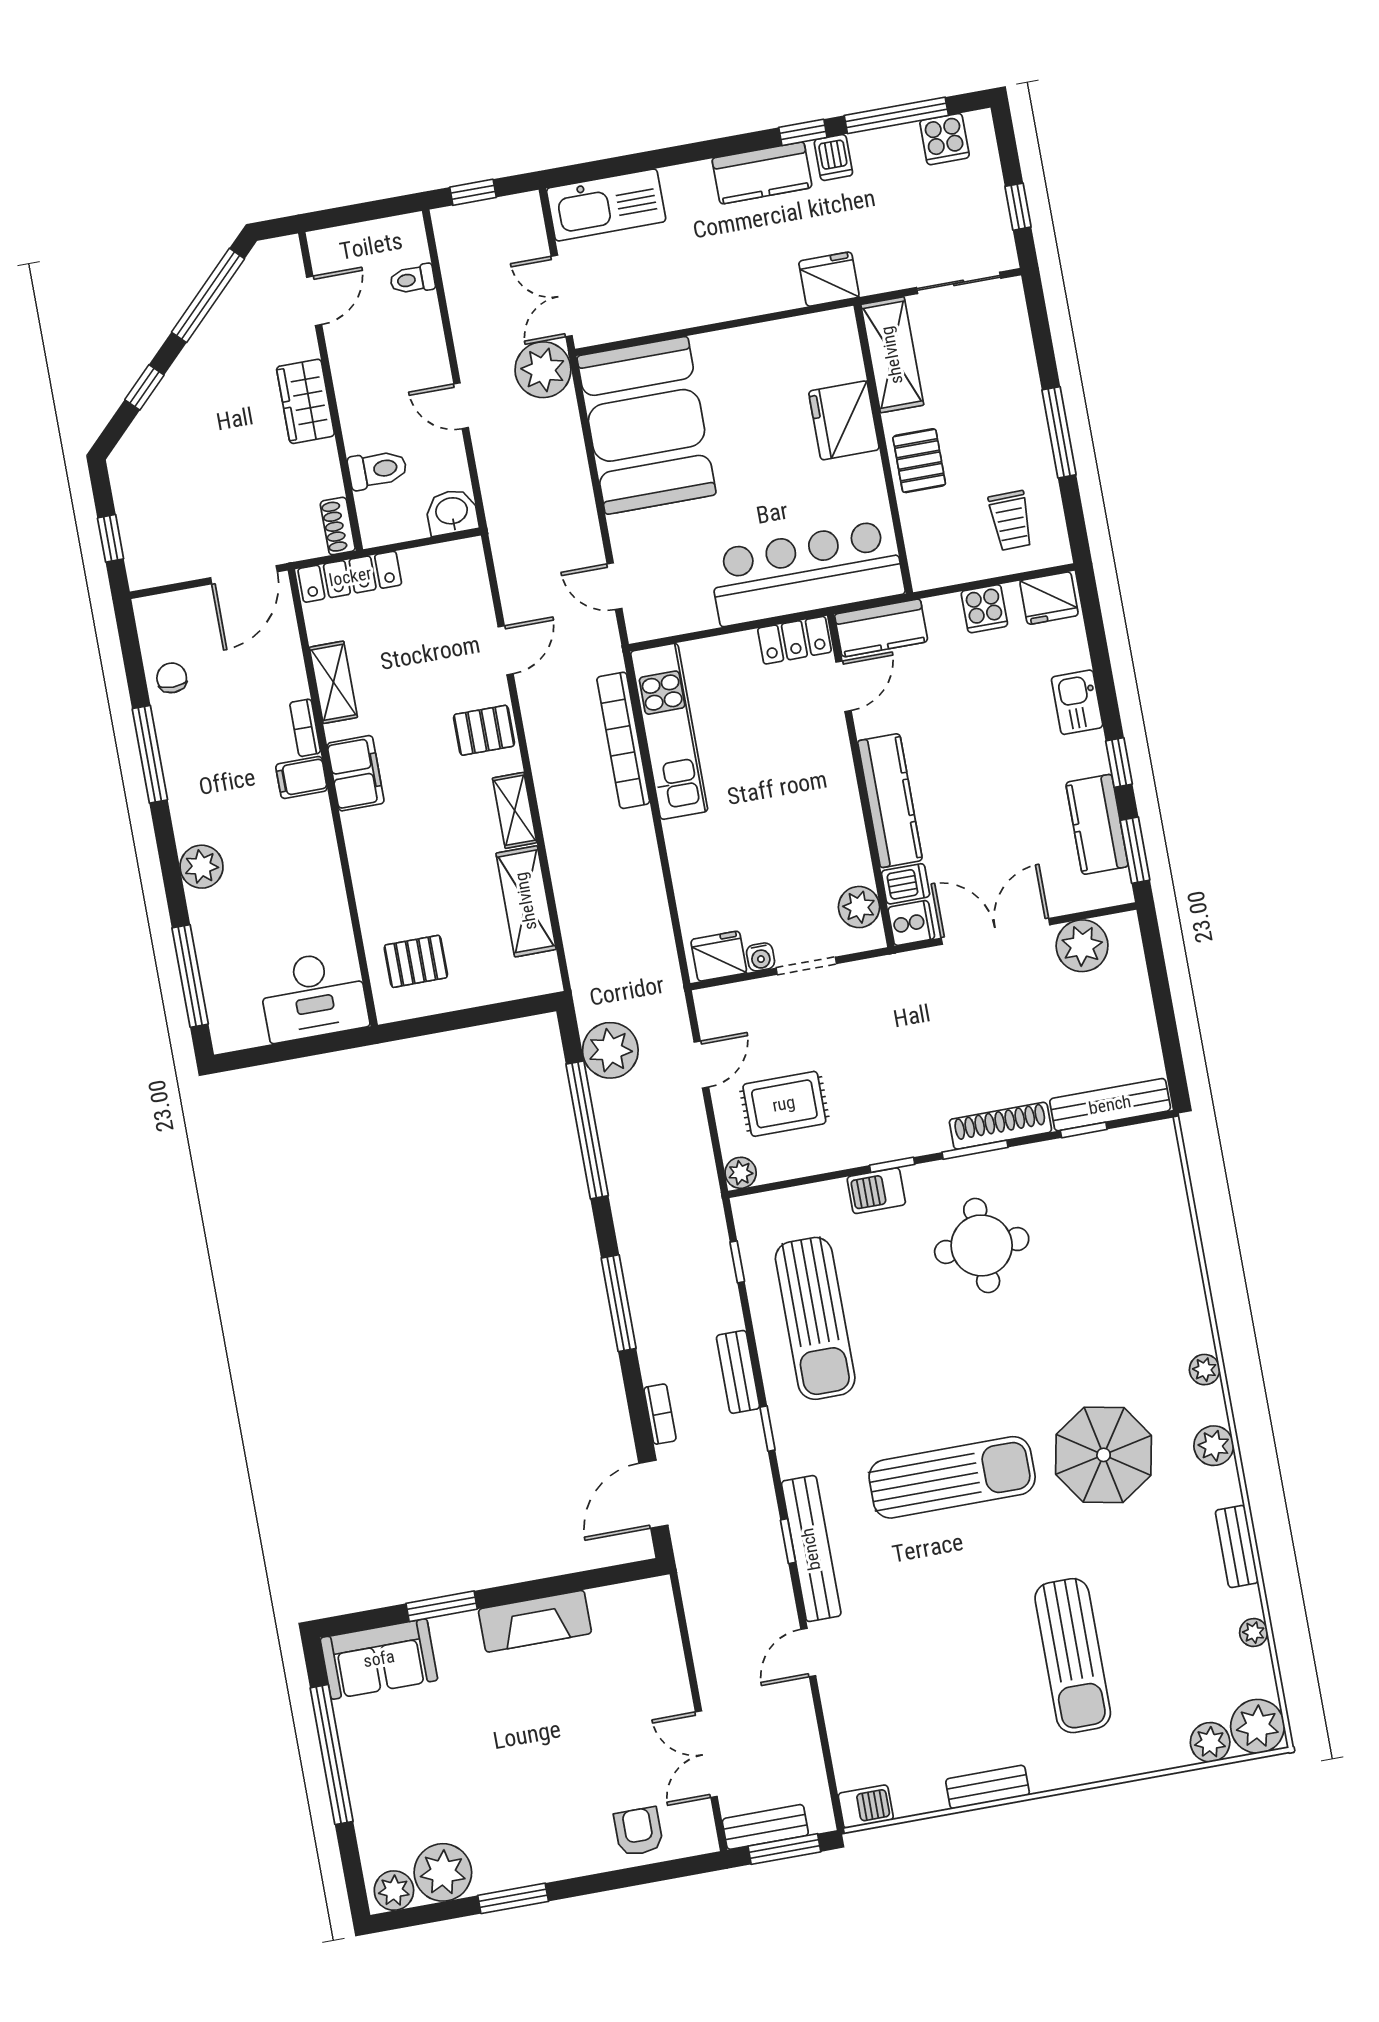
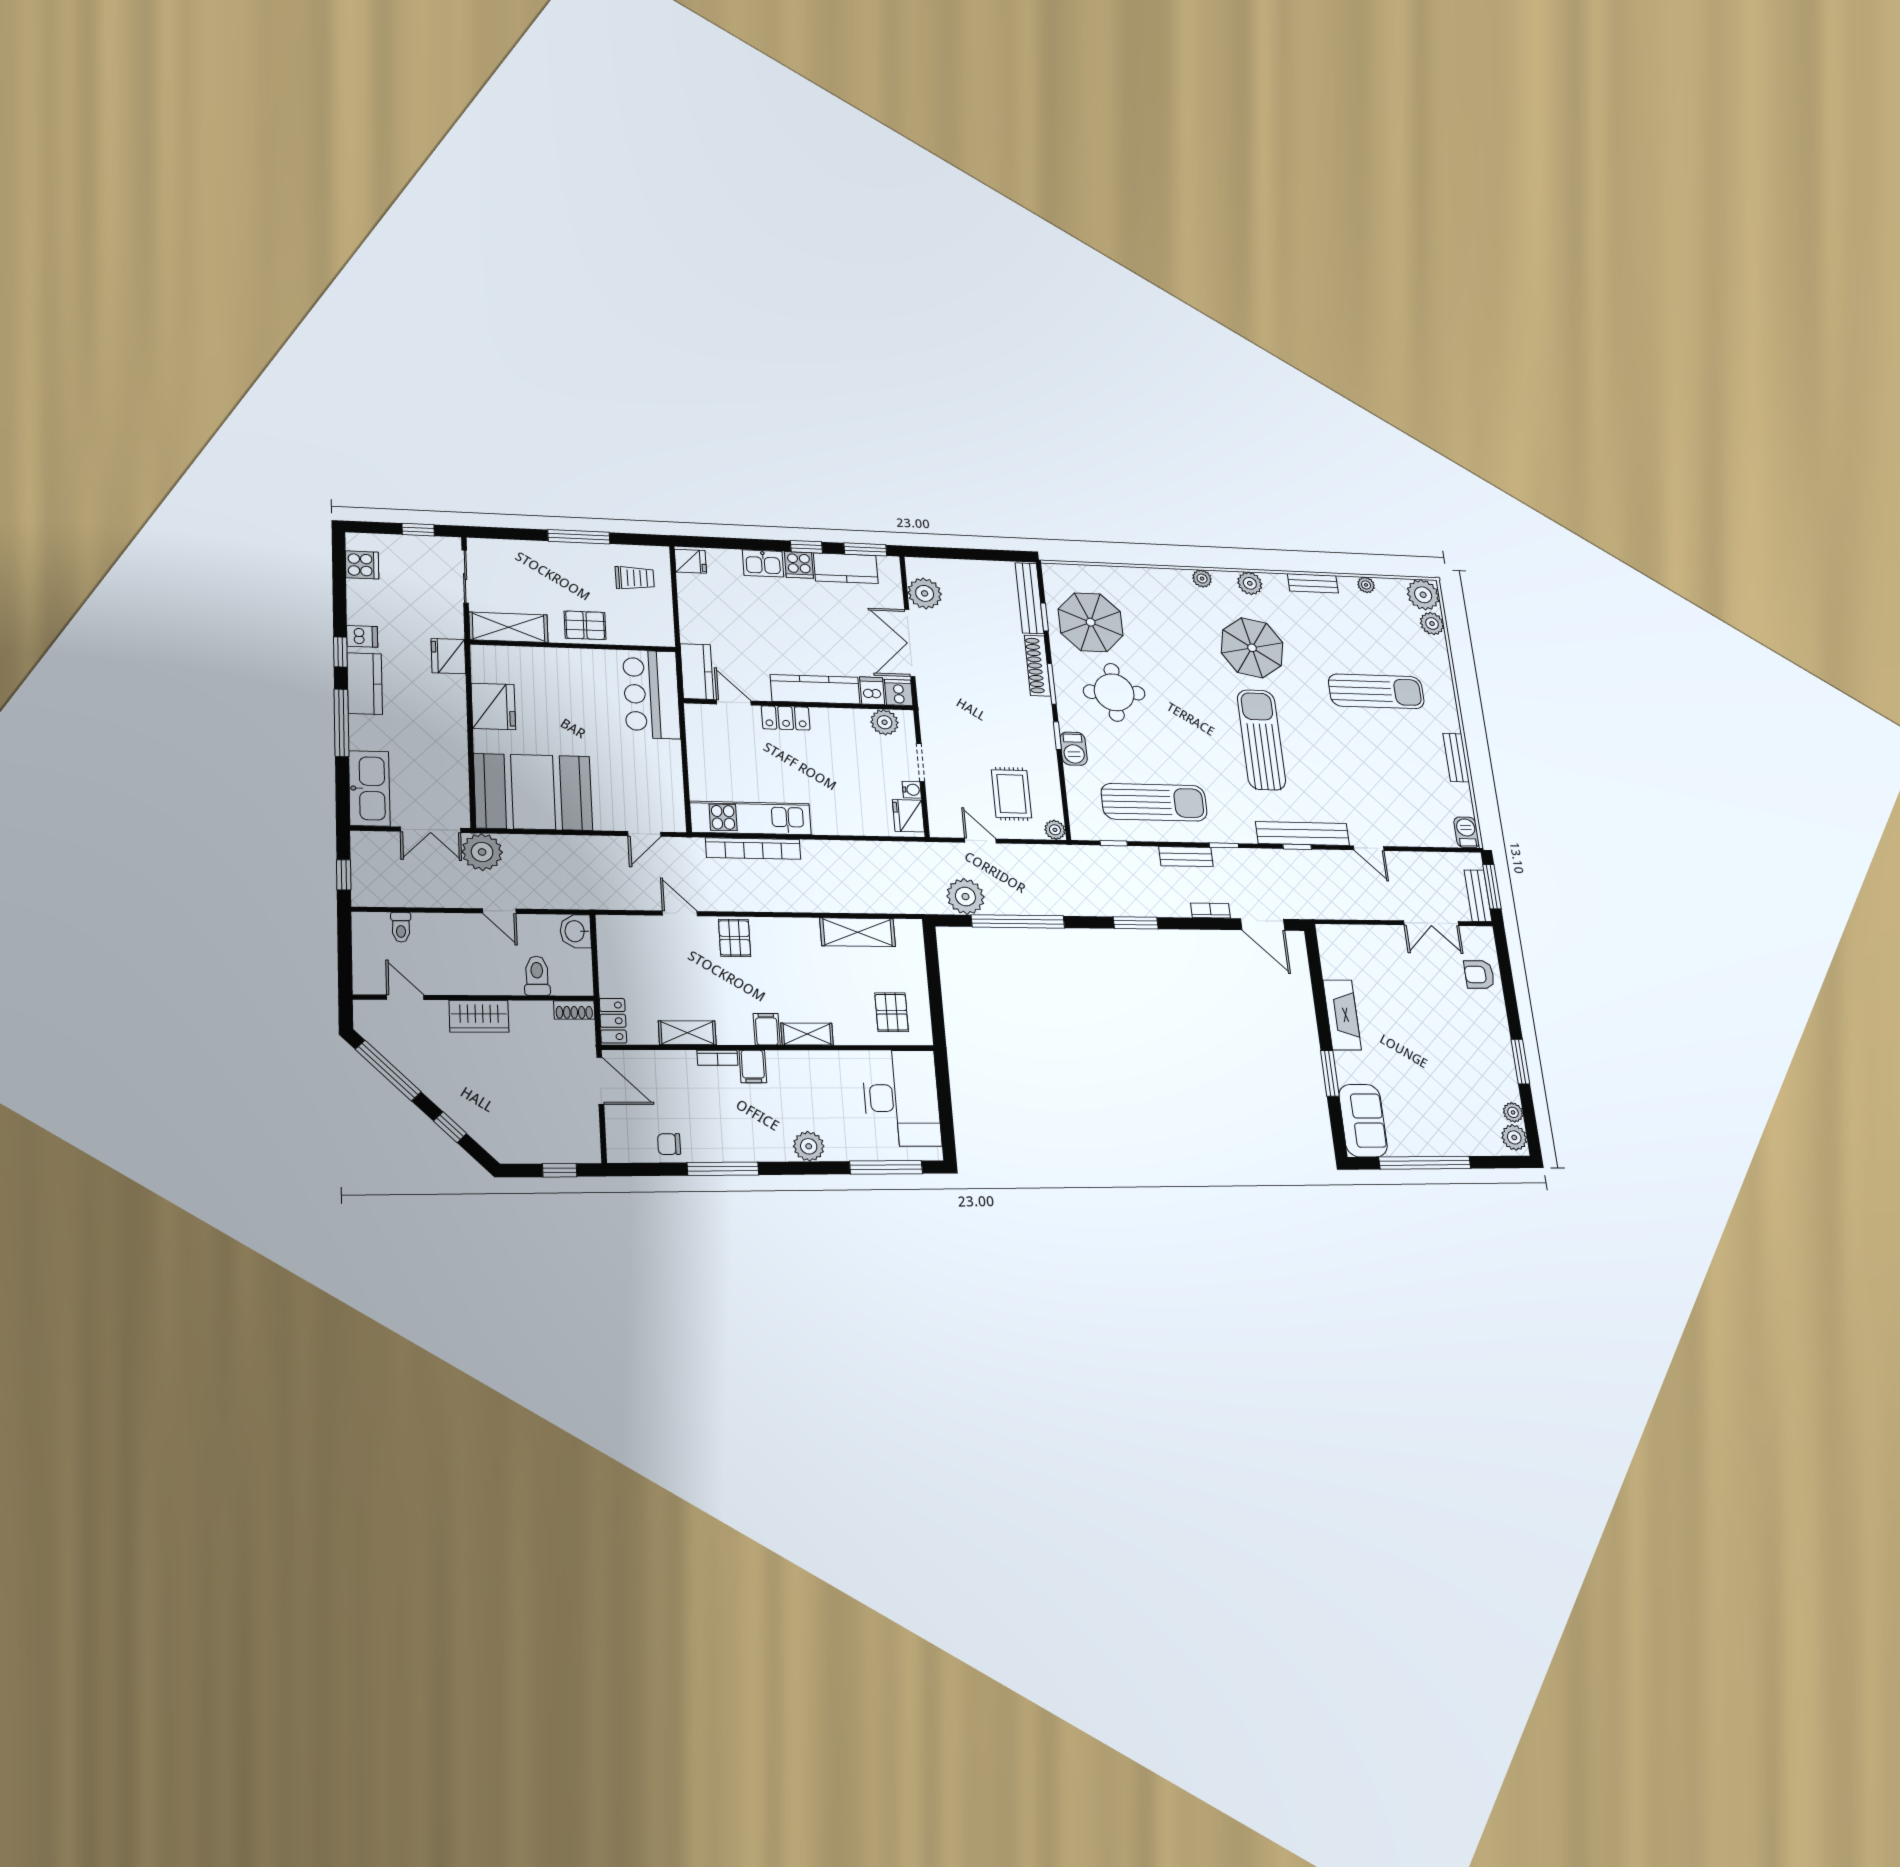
window: (896, 115) -> (341, 723), moved
door: (461, 406) -> (499, 911), hinge flipped
fridge: (844, 420) -> (493, 706), moved, turned -90
bar counter: (806, 573) -> (651, 694), width x0.73
locker: (350, 577) -> (613, 1021), width x0.66
fridge: (1049, 598) -> (690, 561), width x0.72
cooker: (984, 609) -> (799, 565), moved, turned 90
locker: (794, 640) -> (786, 718), moved, turned 90
filing cabinet: (356, 773) -> (767, 1029), width x0.50
shelving: (515, 810) -> (807, 1034), moved
desk: (313, 996) -> (901, 1098), width x1.36, depth x1.30
parasol: (1091, 1201) -> (1091, 622), added
window: (619, 1303) -> (1136, 923), width x0.69
plant: (443, 1872) -> (1513, 1112), width x0.53, depth x0.53

